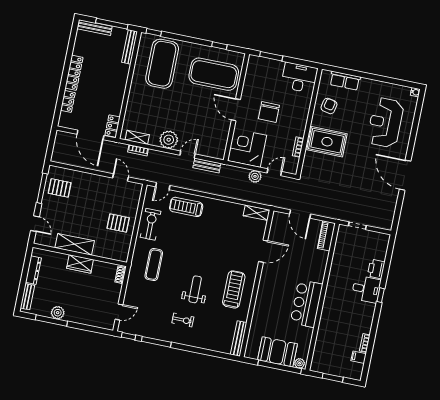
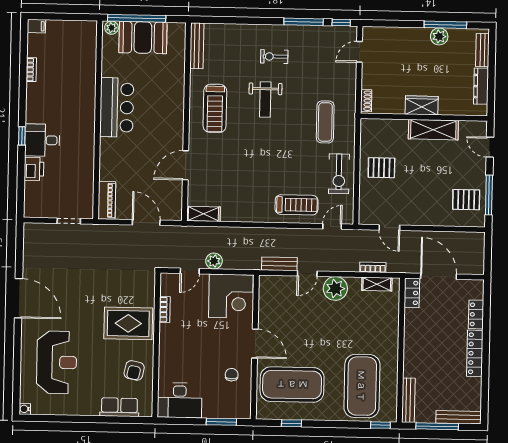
chair: (269, 112) -> (232, 375), moved, width x0.54, depth x0.54
filing cabinet: (359, 357) -> (36, 26), moved
window: (333, 378) -> (65, 17), removed

